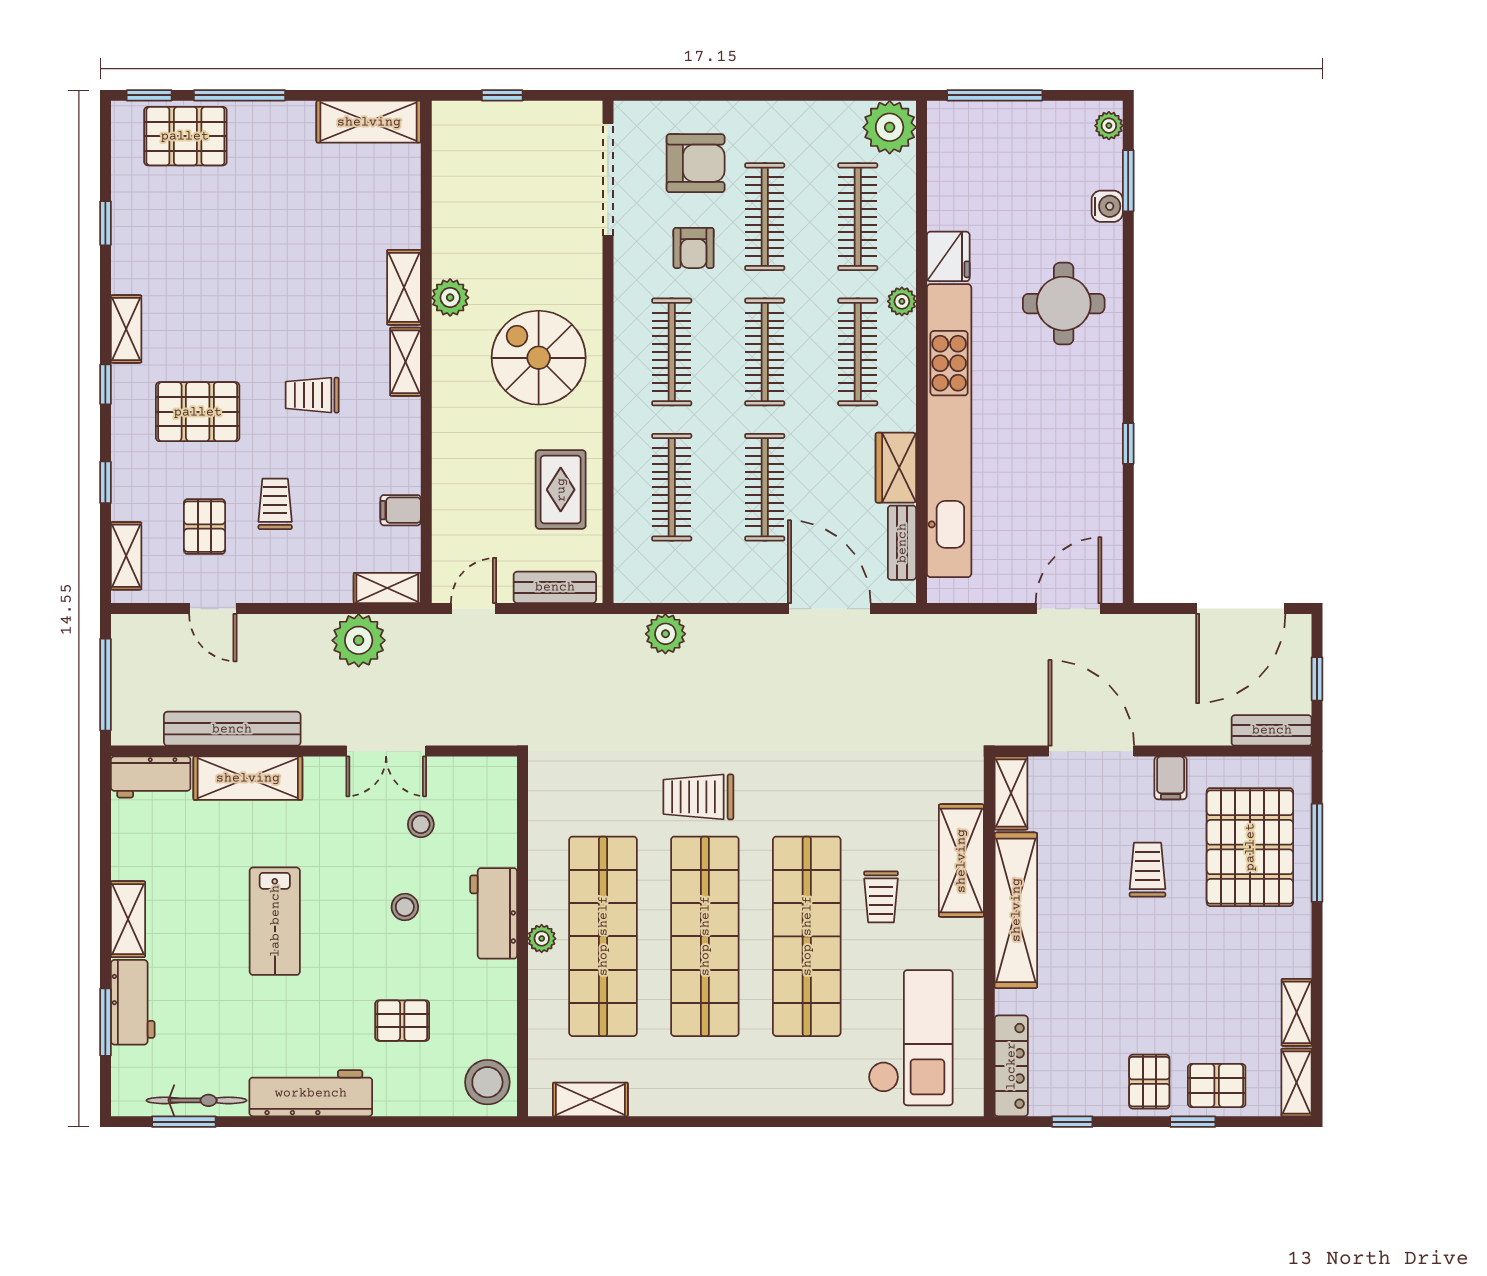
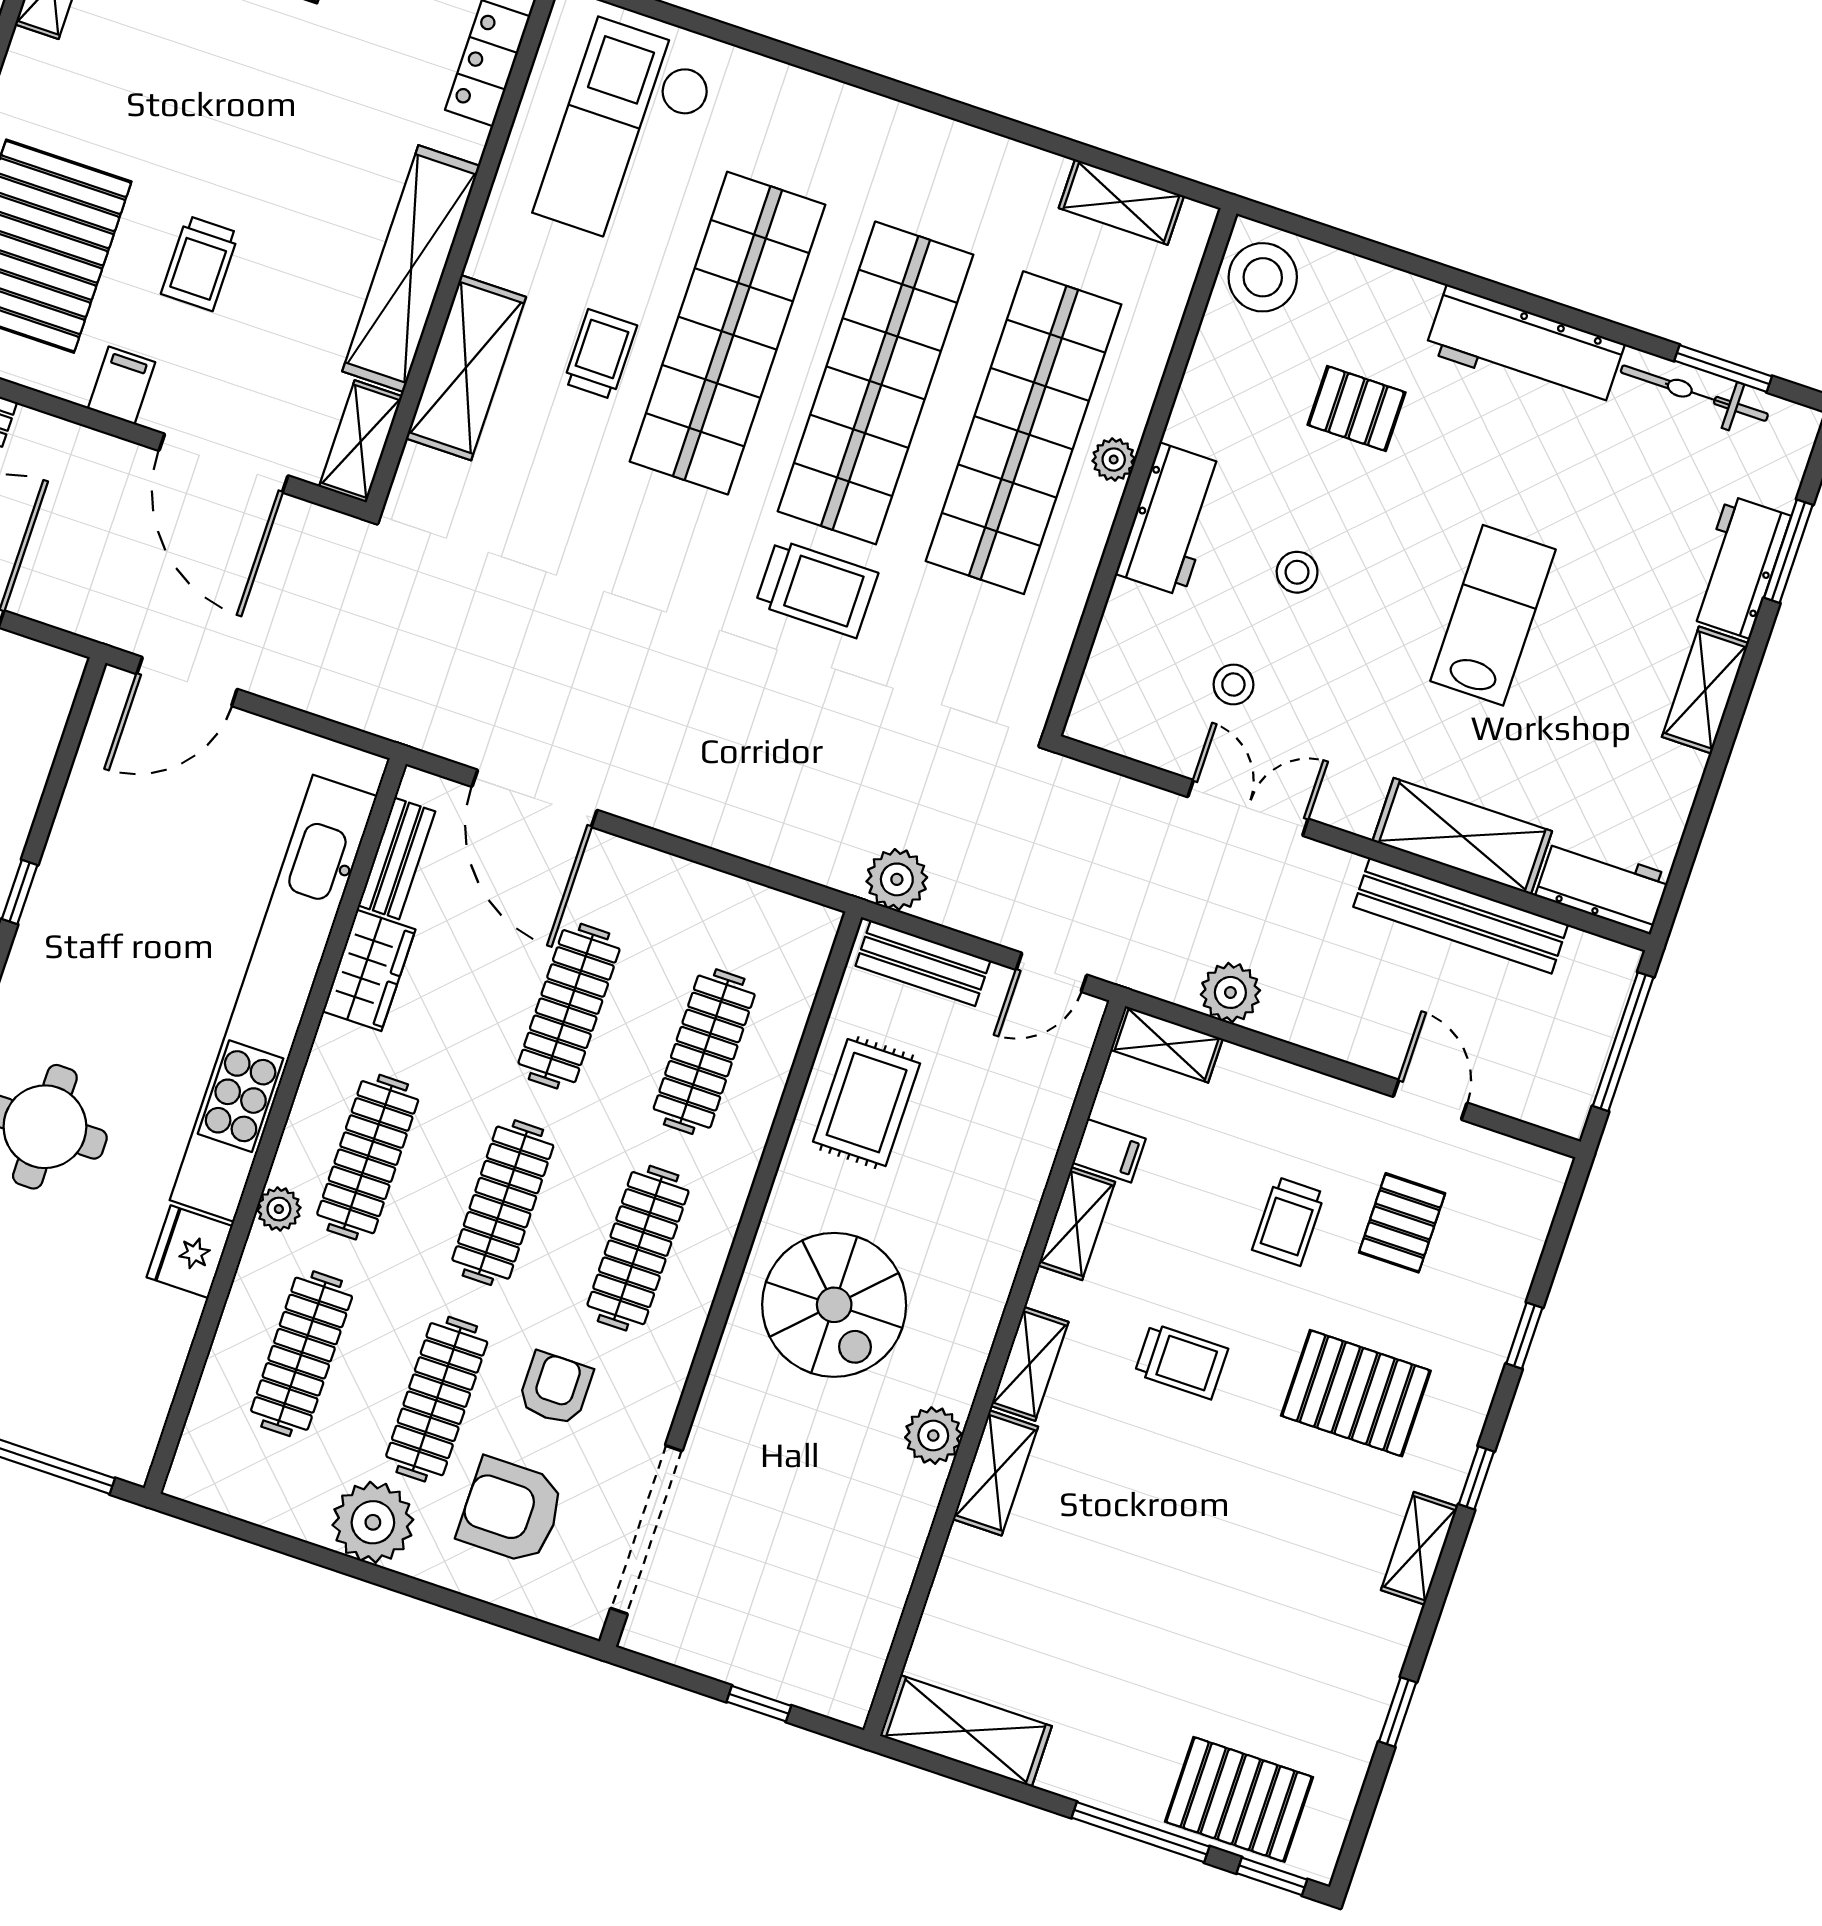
plant: (890, 127) -> (373, 1522), moved
shelving: (126, 556) -> (1077, 1224), moved
plant: (665, 634) -> (897, 879), moved
plant: (359, 640) -> (1230, 992), width x0.73, depth x0.73

